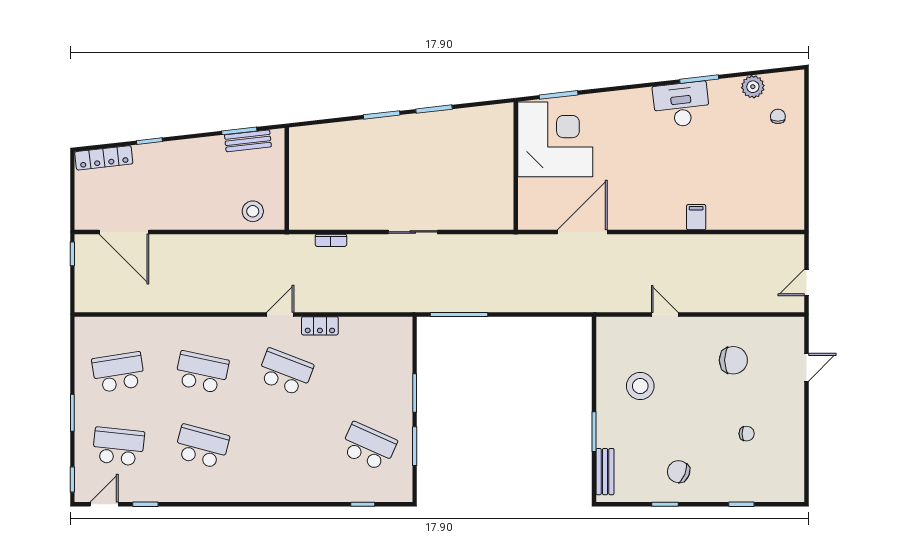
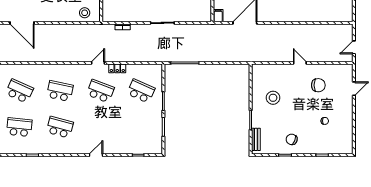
filing cabinet: (696, 217) -> (218, 16), moved
door: (665, 314) -> (300, 63), moved
school desk: (118, 372) -> (19, 91), turned 33
school desk: (369, 446) -> (141, 91), moved
door: (104, 504) -> (96, 155), moved

